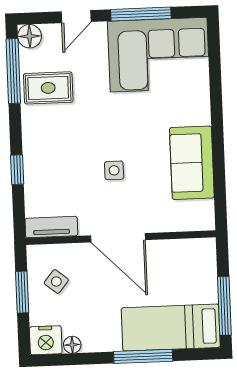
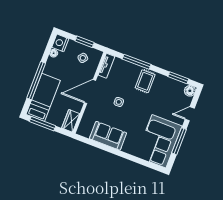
door: (76, 17) -> (190, 114), hinge flipped
window: (13, 71) -> (178, 78), width x0.69
rug: (48, 88) -> (145, 81), moved
window: (17, 170) -> (137, 62), width x2.17
wardrobe: (194, 251) -> (71, 121), added
window: (143, 356) -> (36, 81), width x1.46

